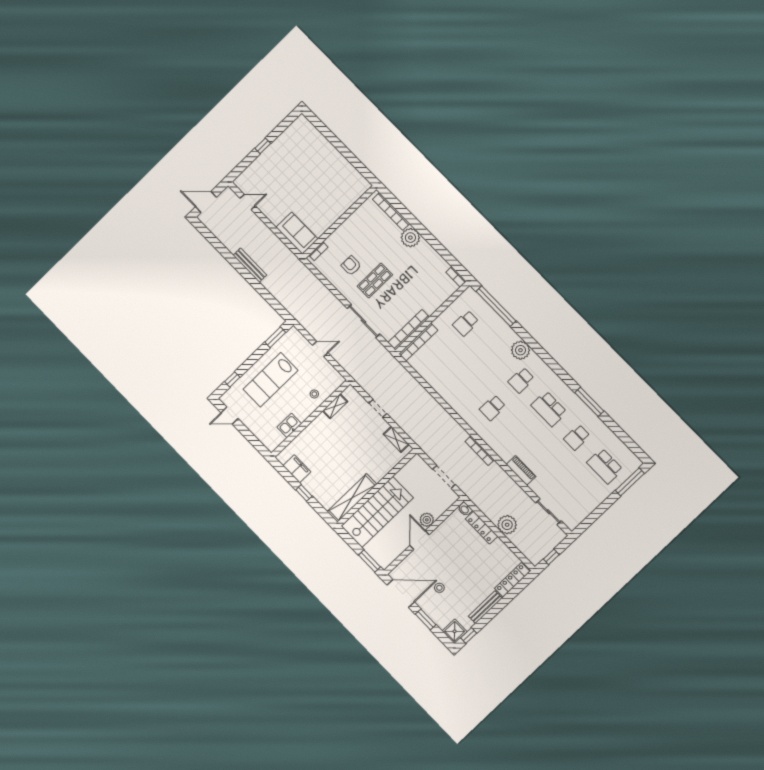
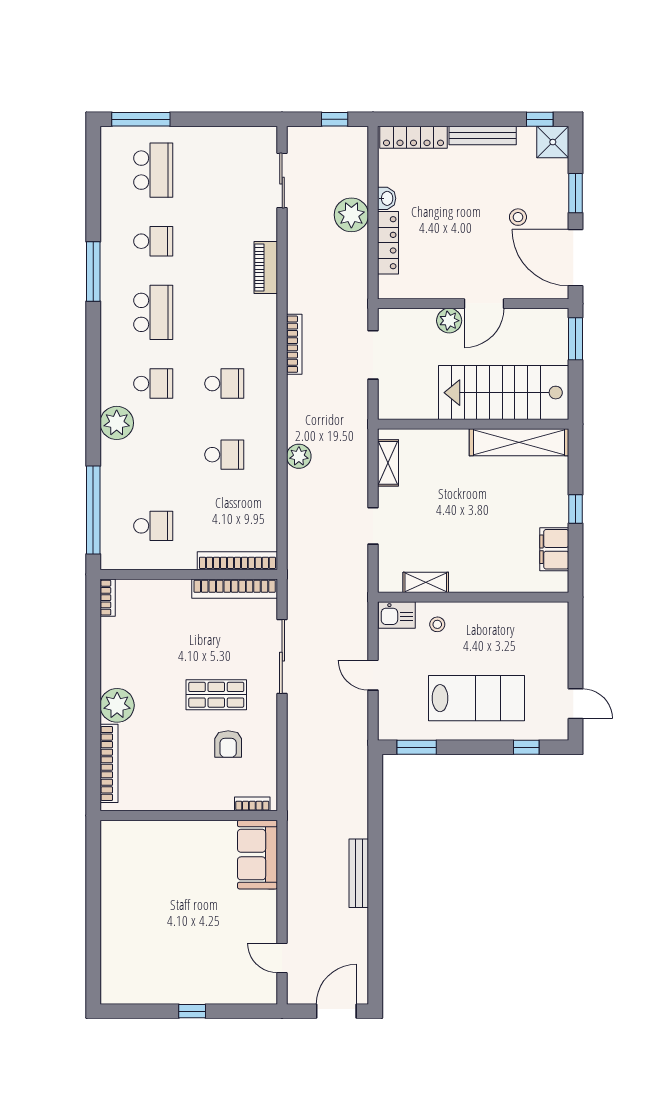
door: (206, 202) -> (336, 1011), swing flipped
school desk: (465, 379) -> (224, 455), added
plant: (434, 408) -> (299, 456), added
kitchen sink: (289, 426) -> (397, 615), moved
washbasin: (465, 509) -> (387, 198), moved

